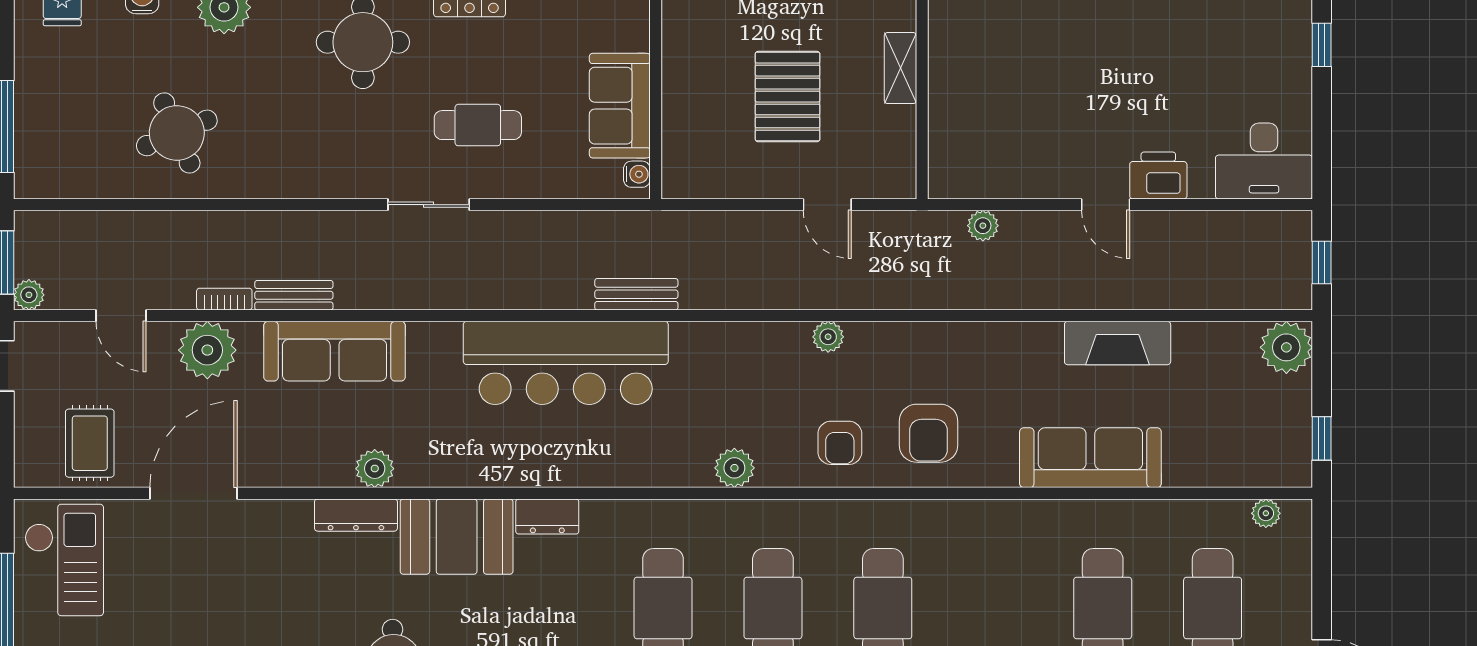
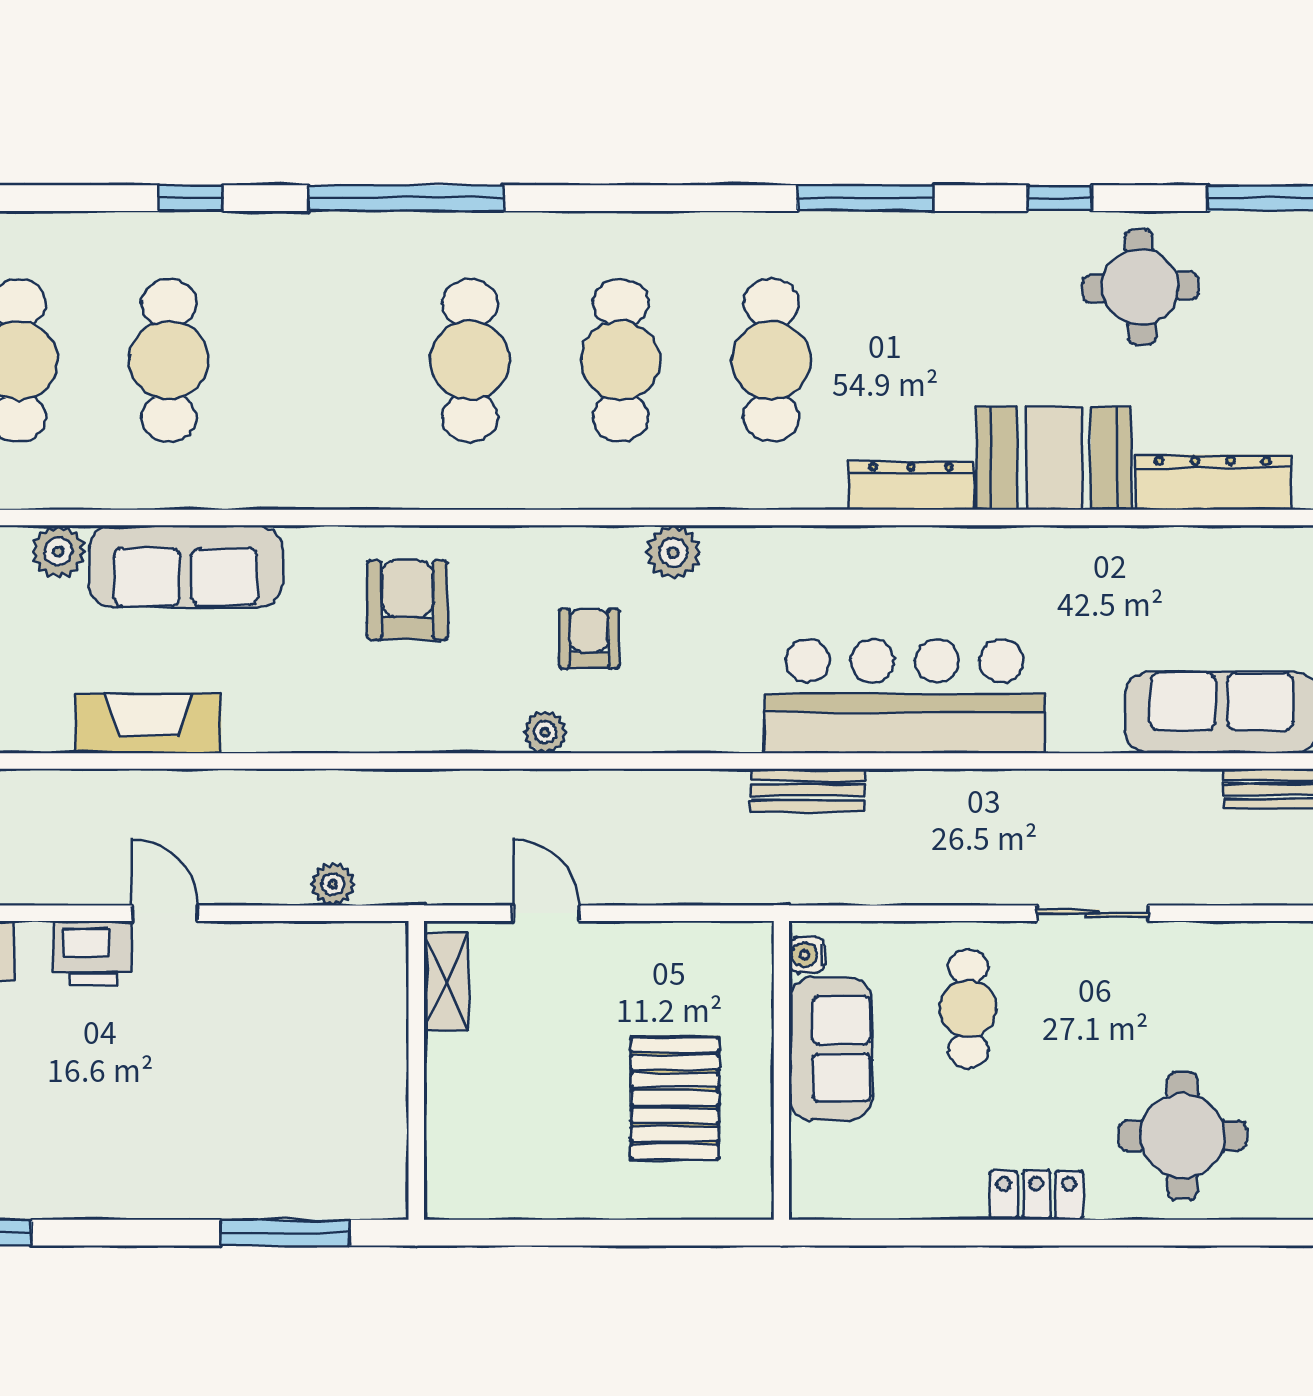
shelving: (900, 68) -> (446, 982), moved
pallet: (788, 97) -> (675, 1098), moved
cafe table: (478, 125) -> (968, 1009), moved, turned 90
armchair: (840, 443) -> (589, 639), moved
plant: (375, 469) -> (58, 552), moved
dresser: (356, 515) -> (1213, 482), width x1.37, depth x1.24
dresser: (547, 517) -> (911, 486), width x1.44

